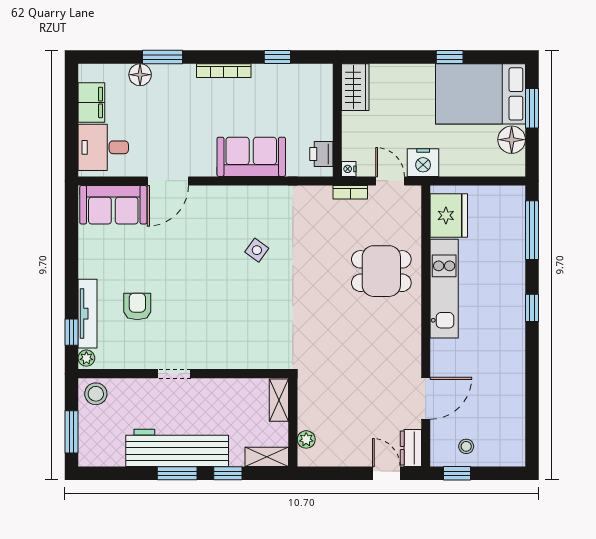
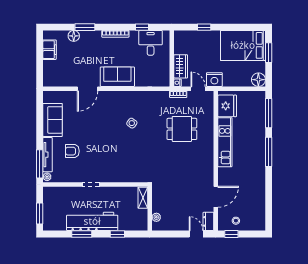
window: (450, 57) -> (204, 27), moved
wardrobe: (355, 87) -> (181, 66), moved
floor lamp: (512, 140) -> (258, 80), moved
desk: (103, 147) -> (151, 43), moved, turned 90
printer: (321, 154) -> (164, 75), removed
sofa: (251, 157) -> (117, 77), moved
sofa: (113, 205) -> (53, 120), moved, turned -90
dining table: (381, 271) -> (182, 129), moved
armchair: (137, 306) -> (72, 151), turned -90
window: (532, 308) -> (269, 152), width x2.17
window: (71, 332) -> (40, 164), width x2.17
stool: (96, 394) -> (52, 195), removed
shelving: (267, 457) -> (137, 226), removed
window: (177, 473) -> (82, 234), moved

